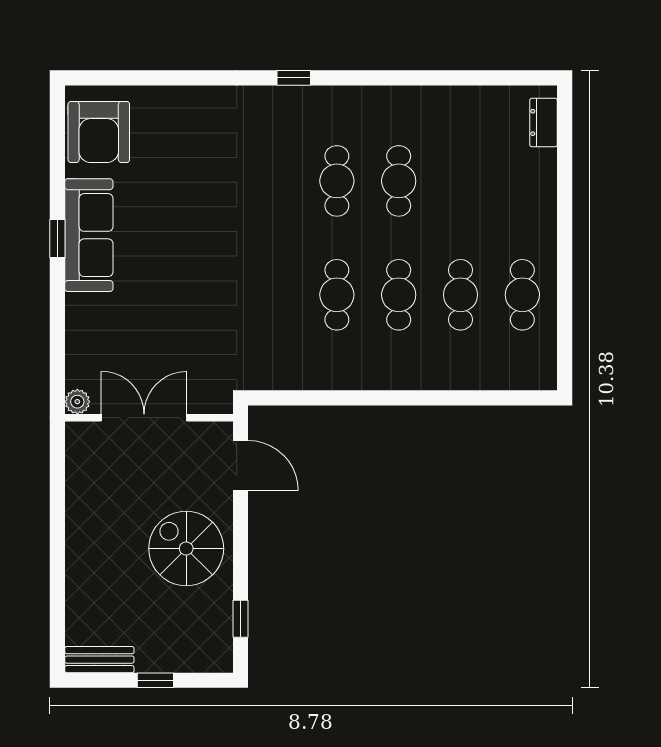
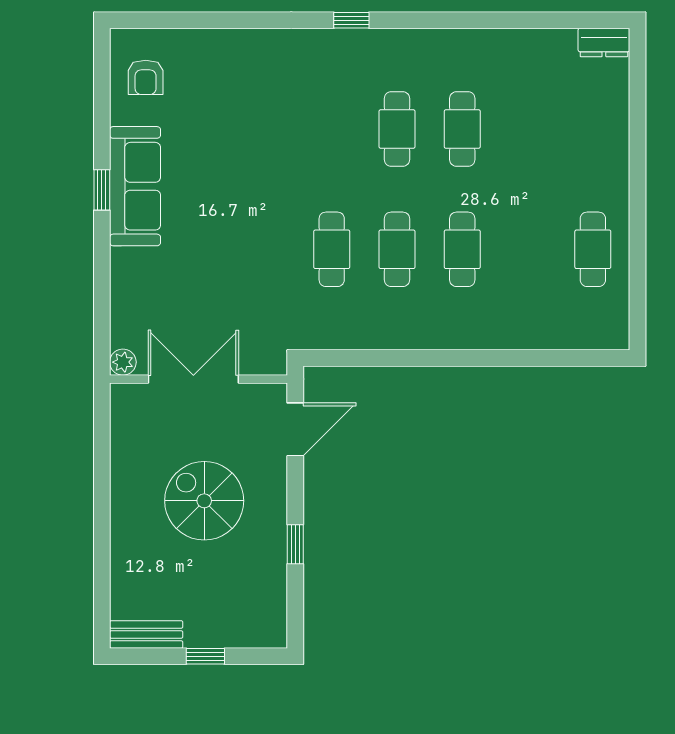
dresser: (543, 122) -> (604, 43), moved, turned -90
armchair: (99, 132) -> (146, 77), width x0.53, depth x0.53
cafe table: (461, 295) -> (332, 249), moved
door: (241, 465) -> (295, 429), hinge flipped
spiral stairs: (186, 549) -> (204, 501), moved
window: (241, 619) -> (295, 544), moved

